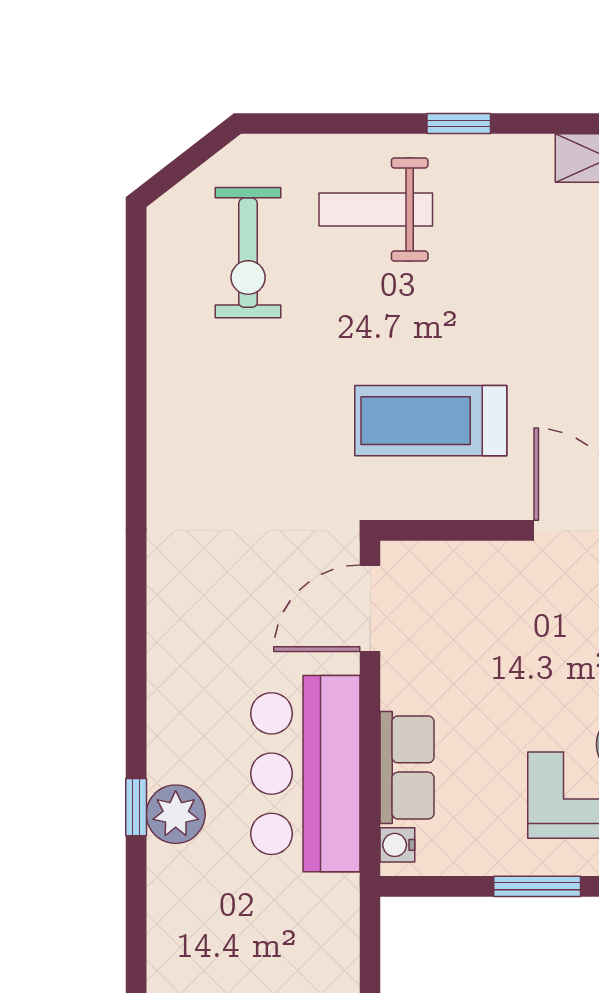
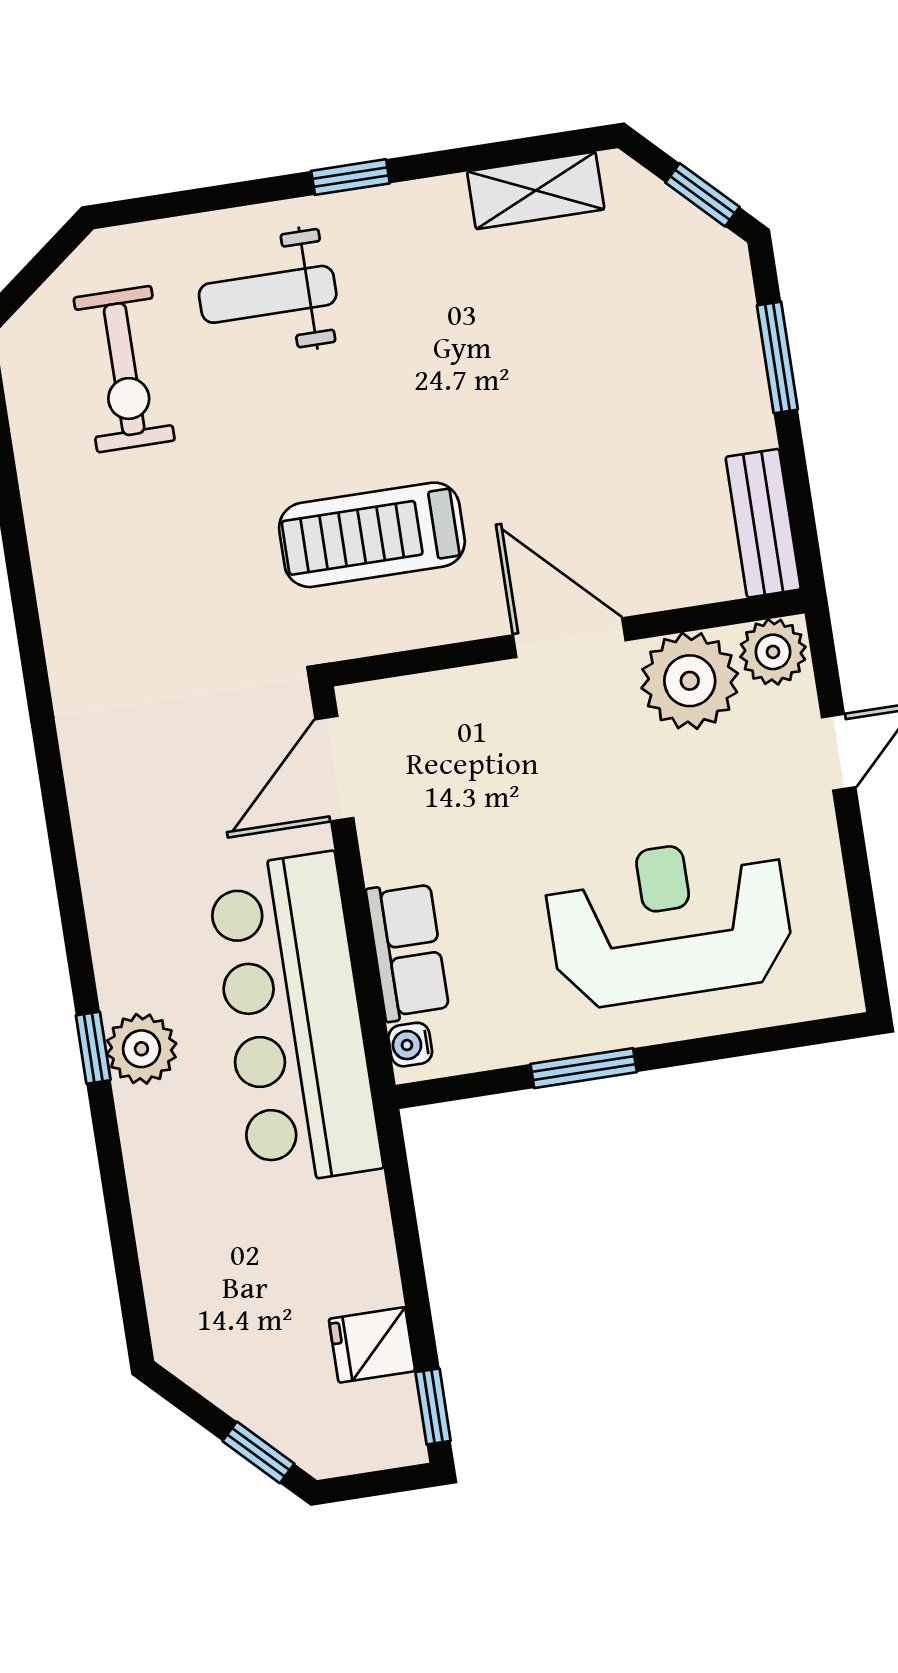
bar counter: (305, 774) -> (294, 1019), width x1.36

